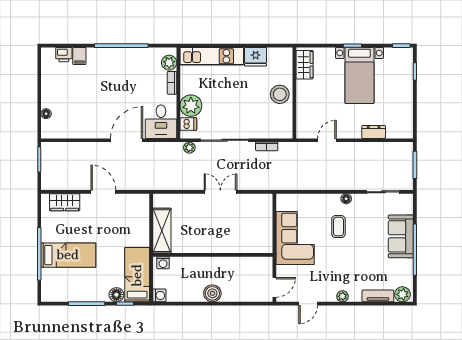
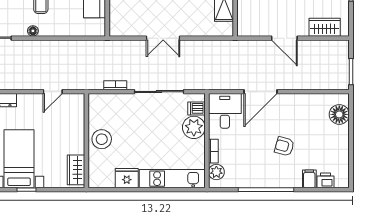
armchair: (103, 87) -> (284, 146), added
floor lamp: (46, 114) -> (339, 114), width x1.89, depth x1.89
plant: (189, 148) -> (195, 84), removed

